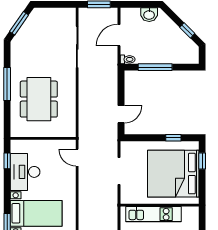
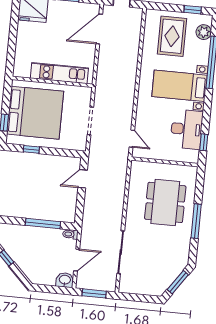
washbasin: (149, 15) -> (65, 280), moved

